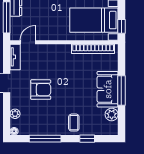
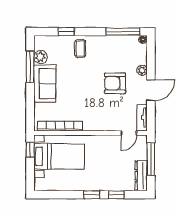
window: (121, 91) -> (30, 67), moved
plant: (15, 114) -> (142, 70), moved
window: (45, 139) -> (123, 32), moved

